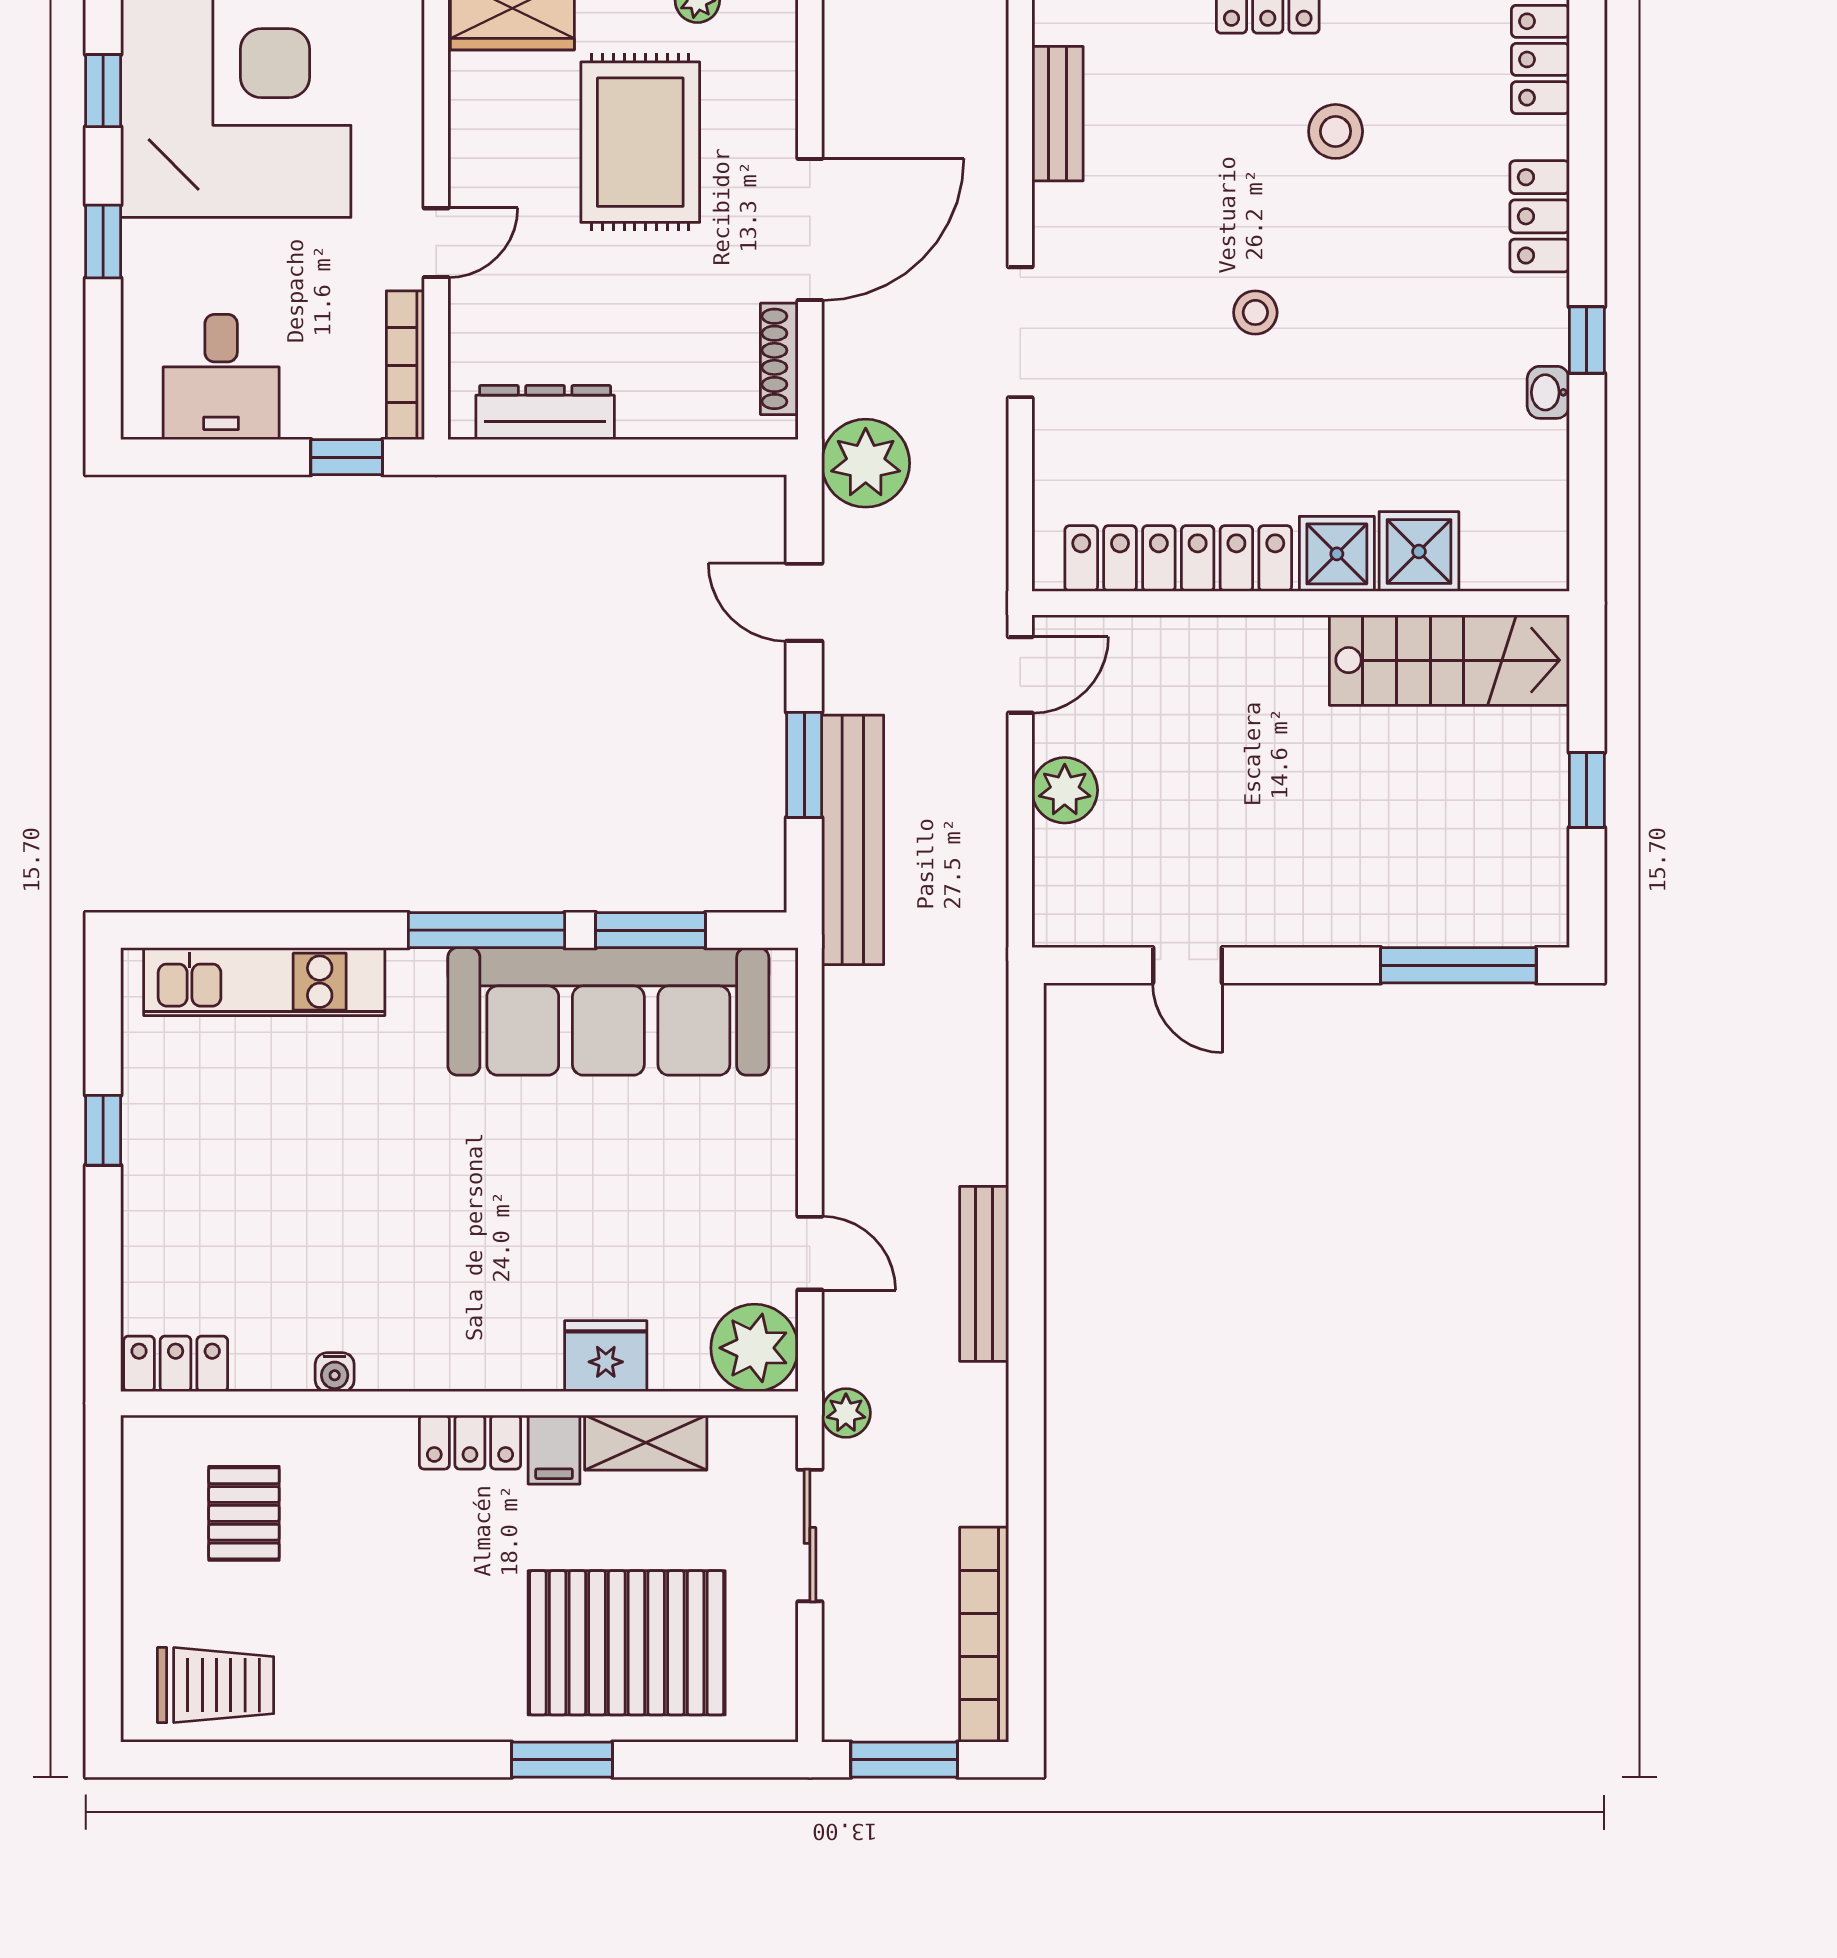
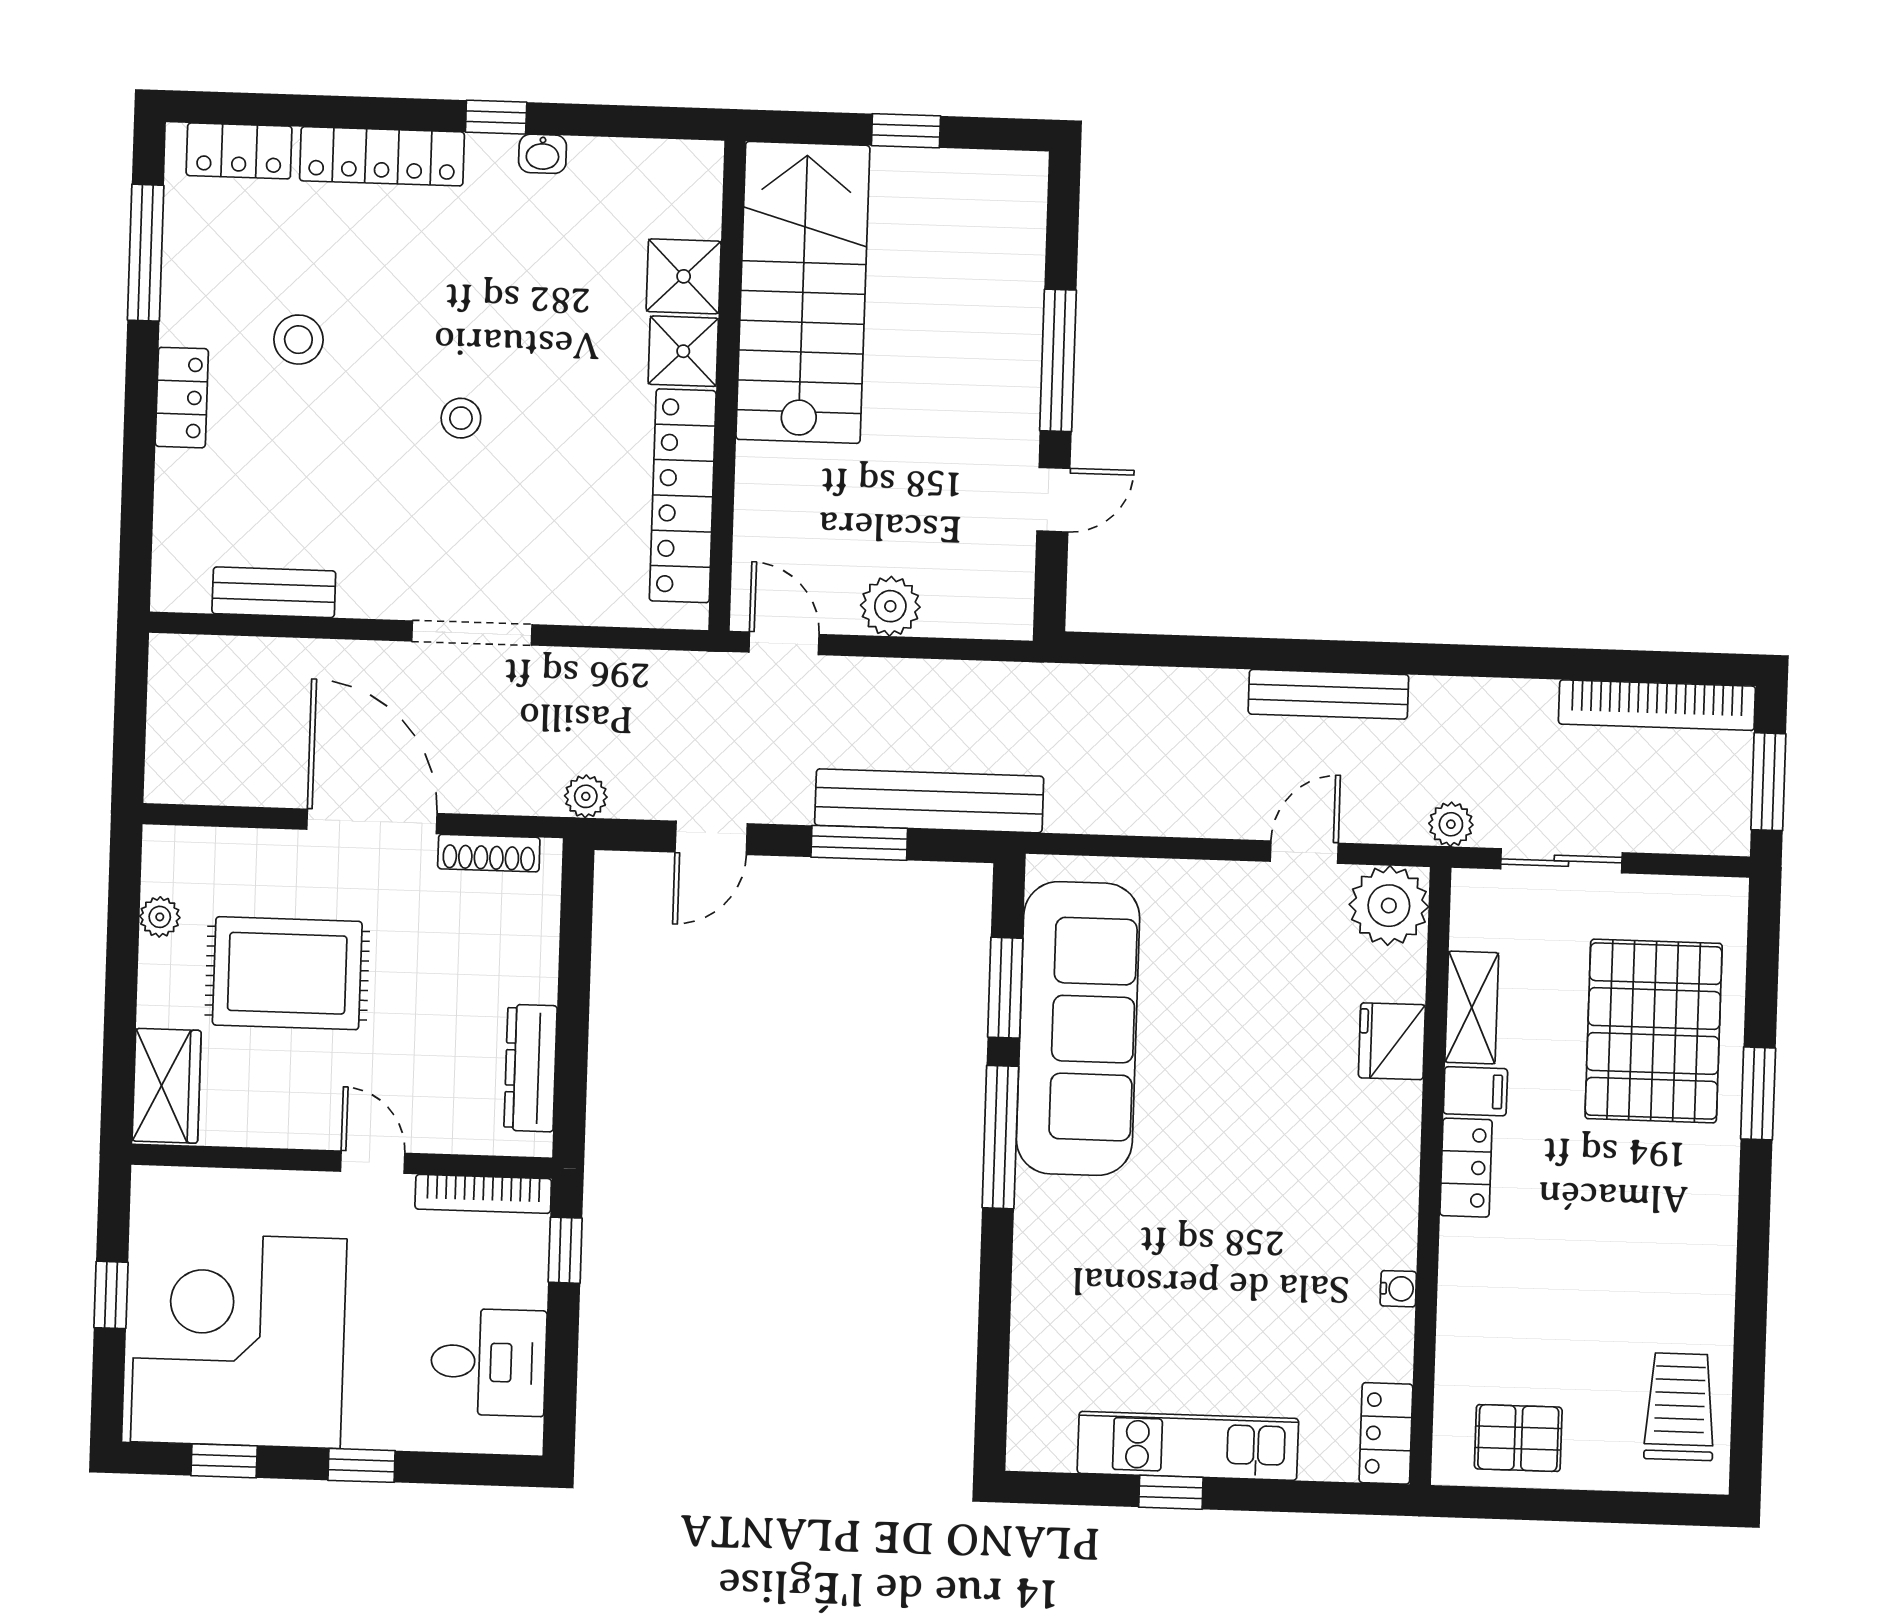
locker: (1540, 216) -> (382, 156), width x1.53
plant: (866, 463) -> (586, 796), width x0.53, depth x0.53
stairs: (1449, 660) -> (803, 292), width x1.36, depth x1.51
window: (1458, 965) -> (1058, 360), moved
kitchen unit: (264, 982) -> (1188, 1446), moved, turned -90
pallet: (244, 1513) -> (1518, 1438), moved

